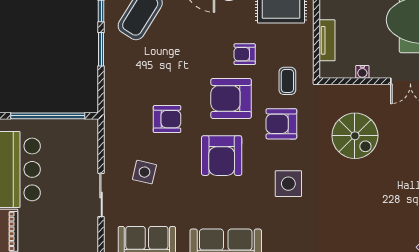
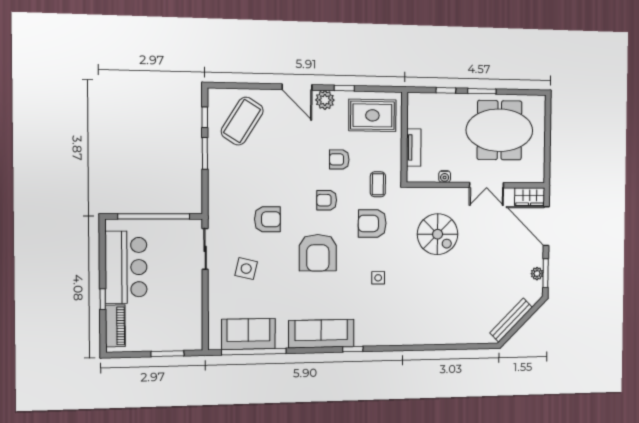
armchair: (231, 98) -> (327, 200), width x0.53, depth x0.53
side table: (288, 184) -> (378, 278), width x0.54, depth x0.54
sliding door: (101, 195) -> (205, 249), moved

